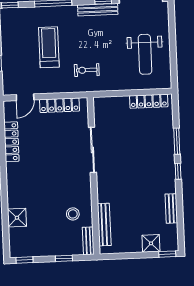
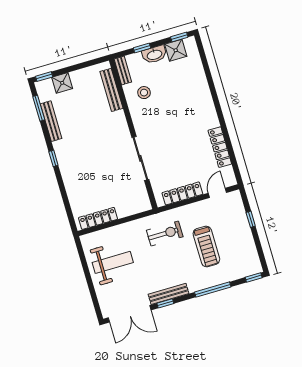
weight bench: (145, 54) -> (113, 262), turned 90
exercise bike: (87, 70) -> (165, 234), width x1.38, depth x1.39
window: (177, 141) -> (39, 108), moved
bench: (171, 208) -> (51, 121), width x1.36
shower: (17, 218) -> (176, 50), moved
washbasin: (53, 249) -> (154, 54), added

